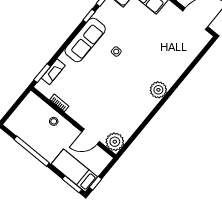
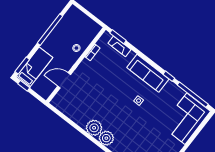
door: (91, 137) -> (64, 80), hinge flipped
plant: (115, 142) -> (94, 128), moved

